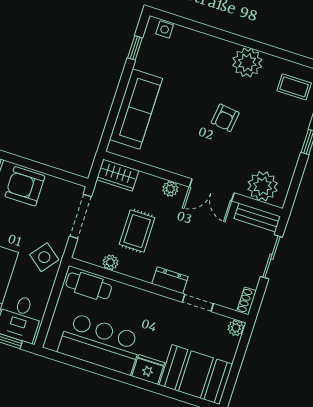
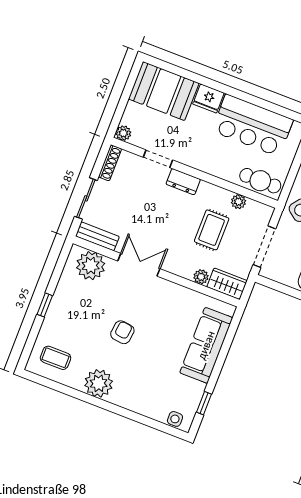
plant: (170, 189) -> (201, 277), moved
shoe rack: (247, 301) -> (110, 163), width x1.43

